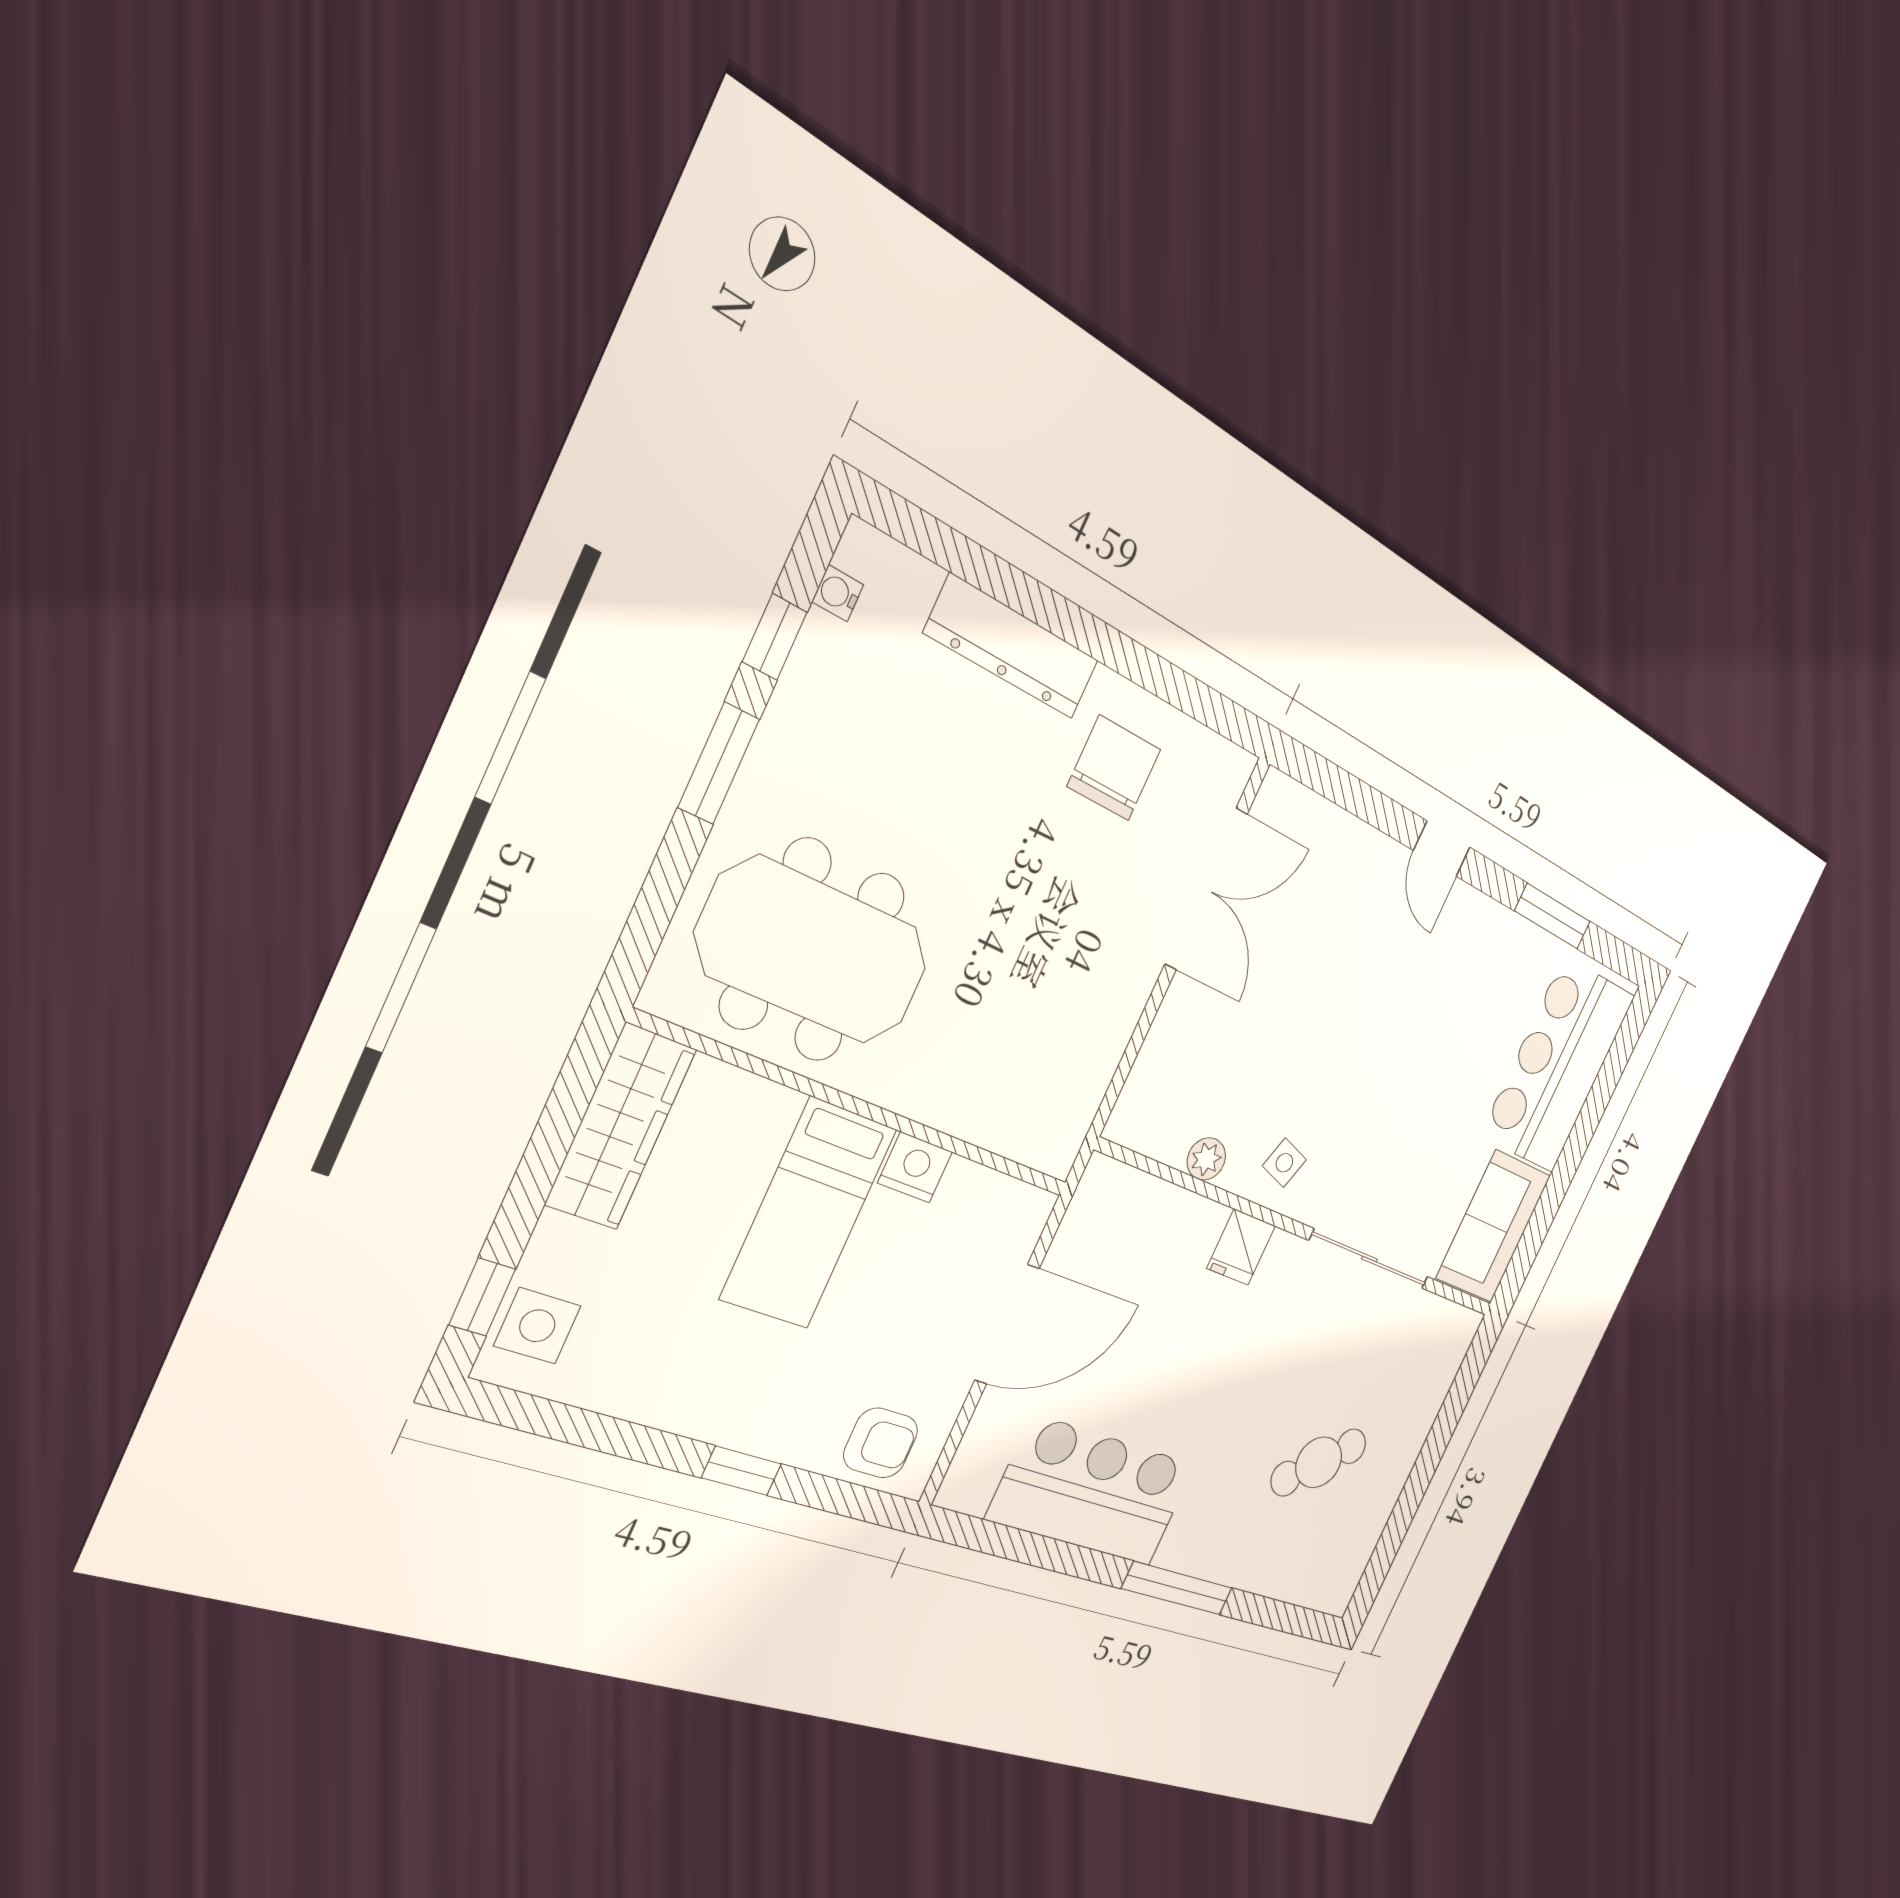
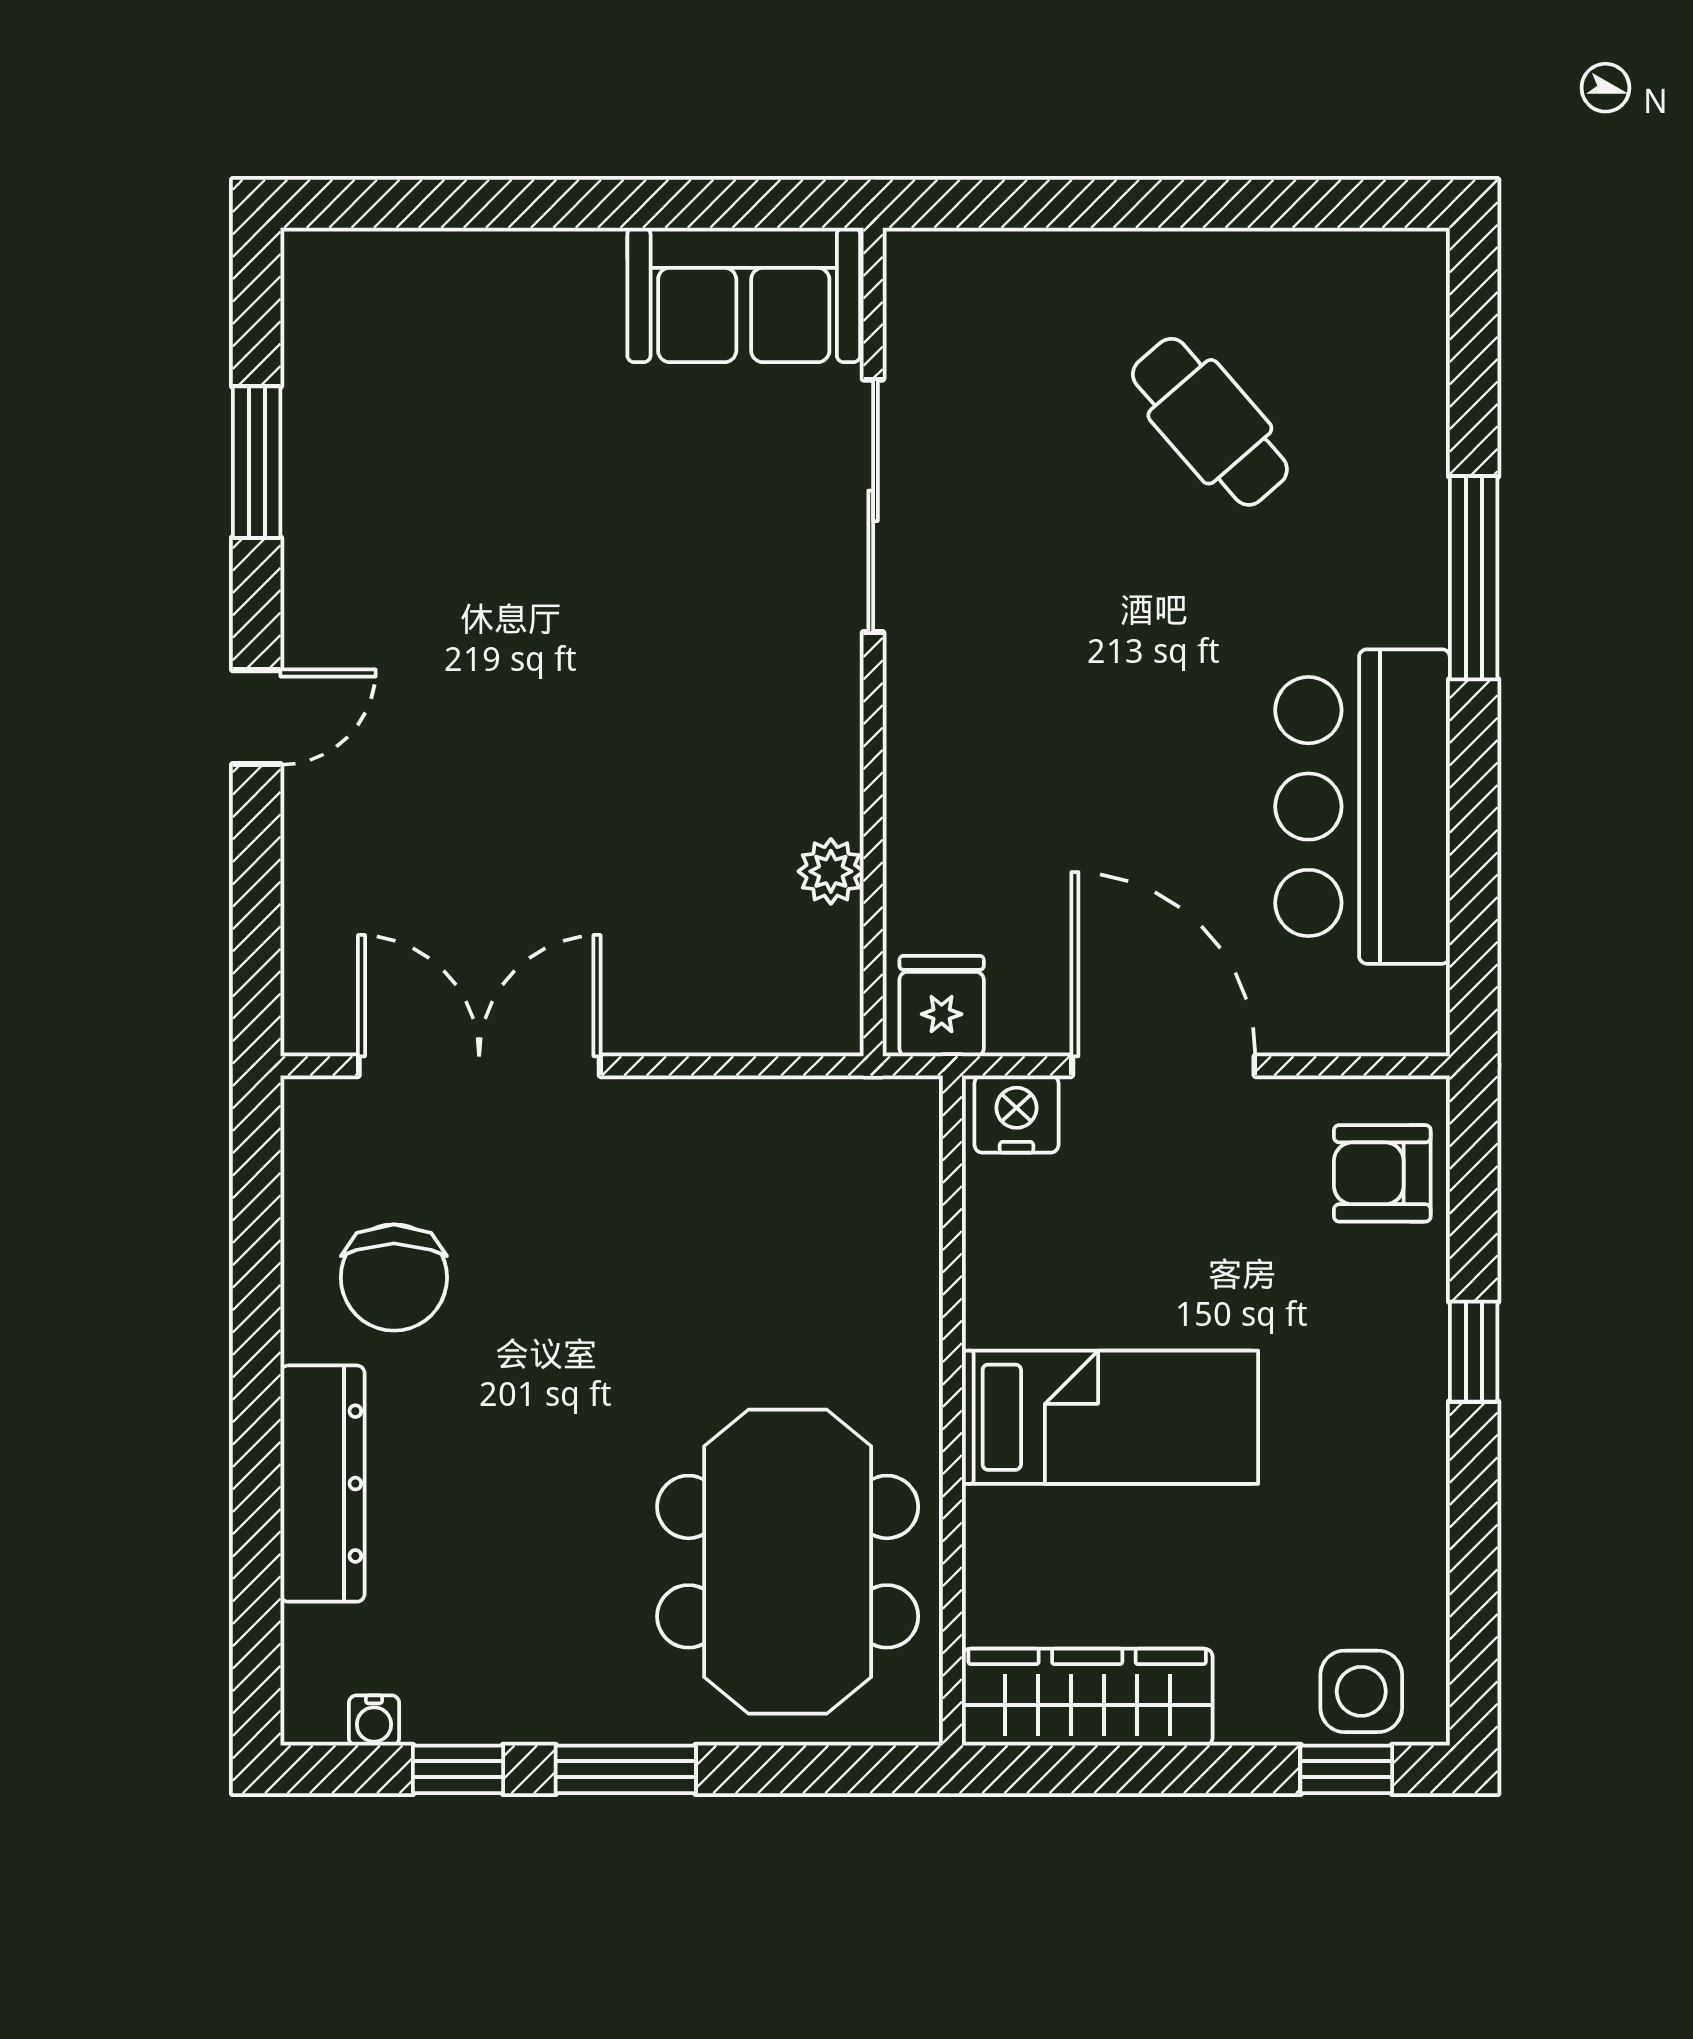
chair: (1114, 768) -> (394, 1278), turned -90
bar counter: (1558, 1065) -> (460, 317), removed
side table: (1284, 1163) -> (789, 738), removed
nightstand: (915, 1167) -> (1016, 1114), moved, turned 90
fridge: (1241, 1247) -> (942, 1006), moved, turned -90
armchair: (881, 1443) -> (1382, 1173), turned -90

